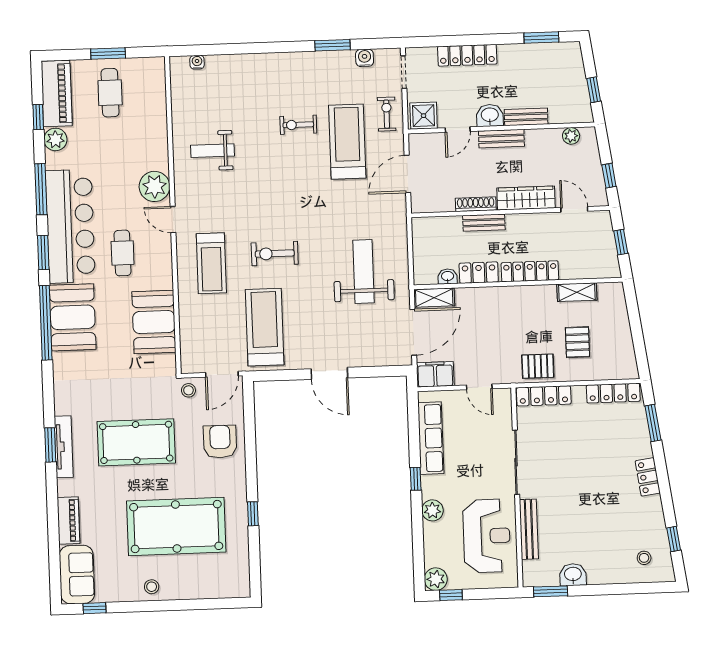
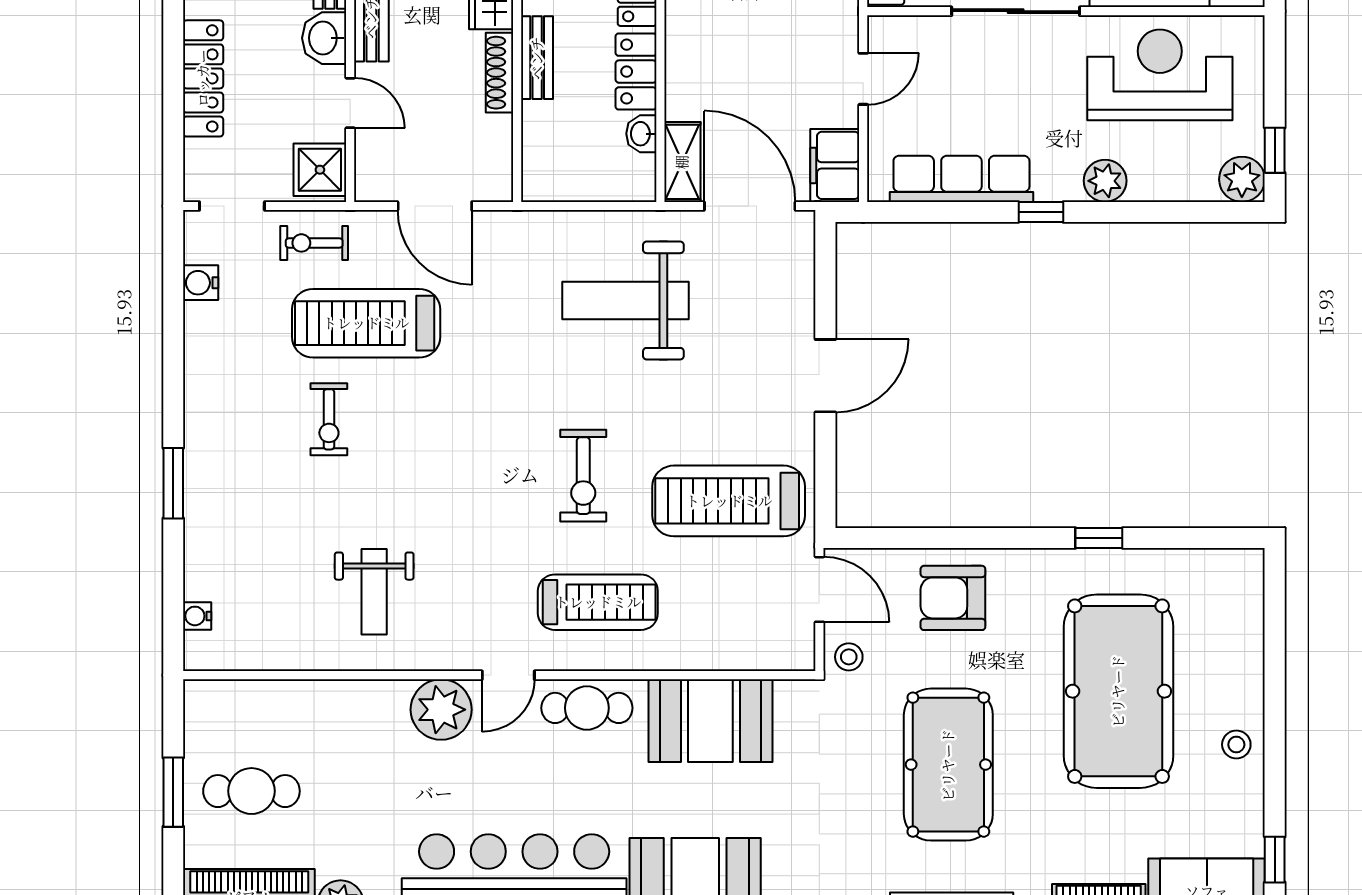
window: (333, 45) -> (173, 483), moved
cafe table: (123, 253) -> (587, 708), moved

